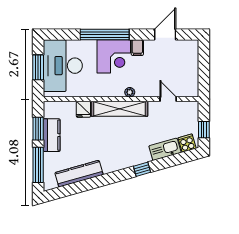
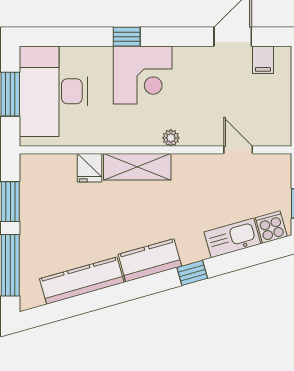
window: (105, 34) -> (127, 37), width x0.32
filing cabinet: (137, 48) -> (263, 60), moved
shelving: (120, 109) -> (137, 167), width x0.68
kitchen counter: (52, 135) -> (150, 260), moved, turned -106

